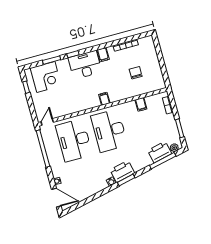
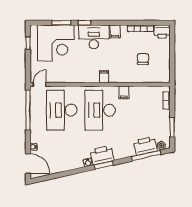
printer: (146, 43) -> (162, 31), added
corner desk: (46, 77) -> (56, 43), width x1.36, depth x1.36
filing cabinet: (141, 104) -> (124, 92), moved

